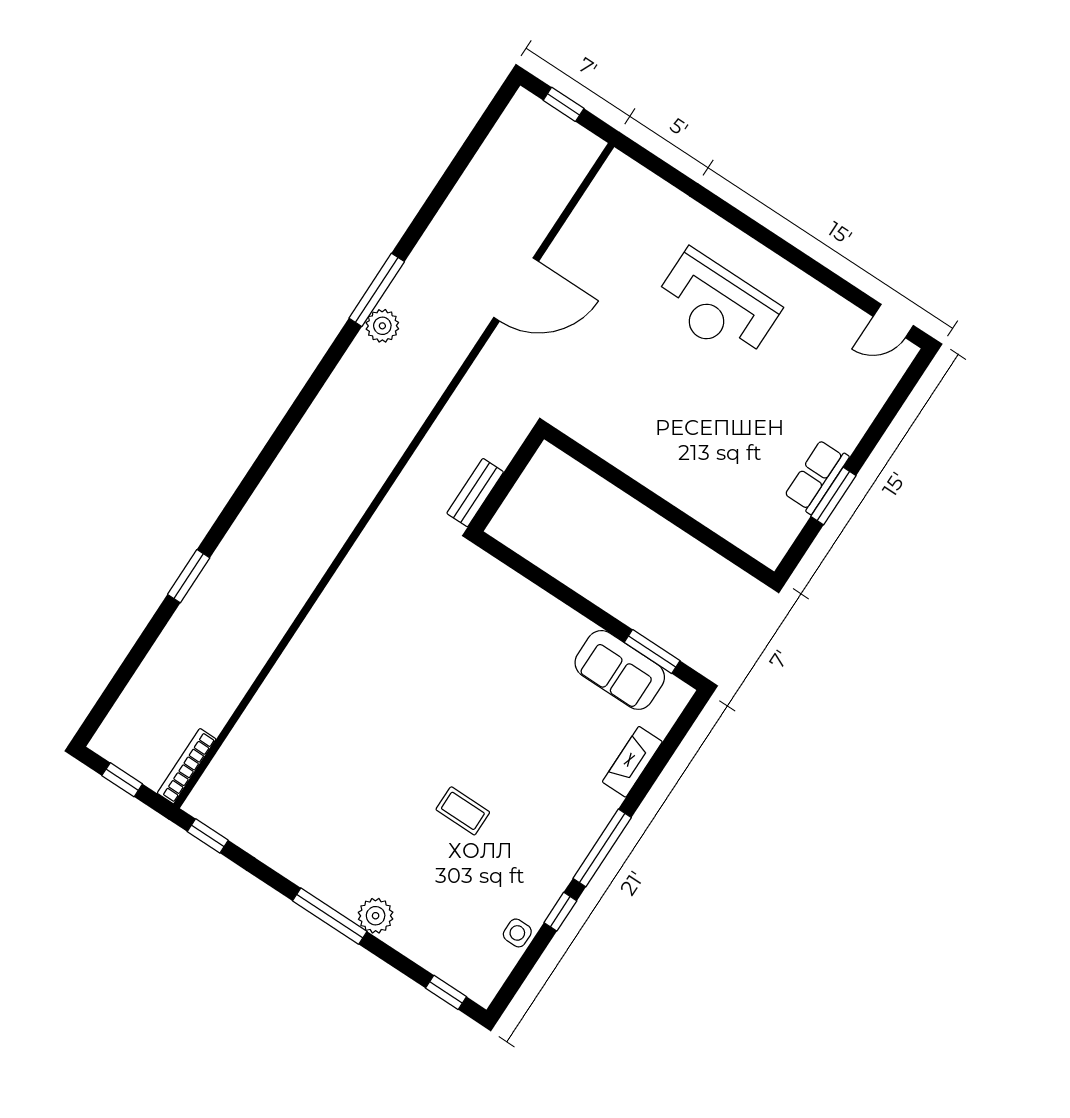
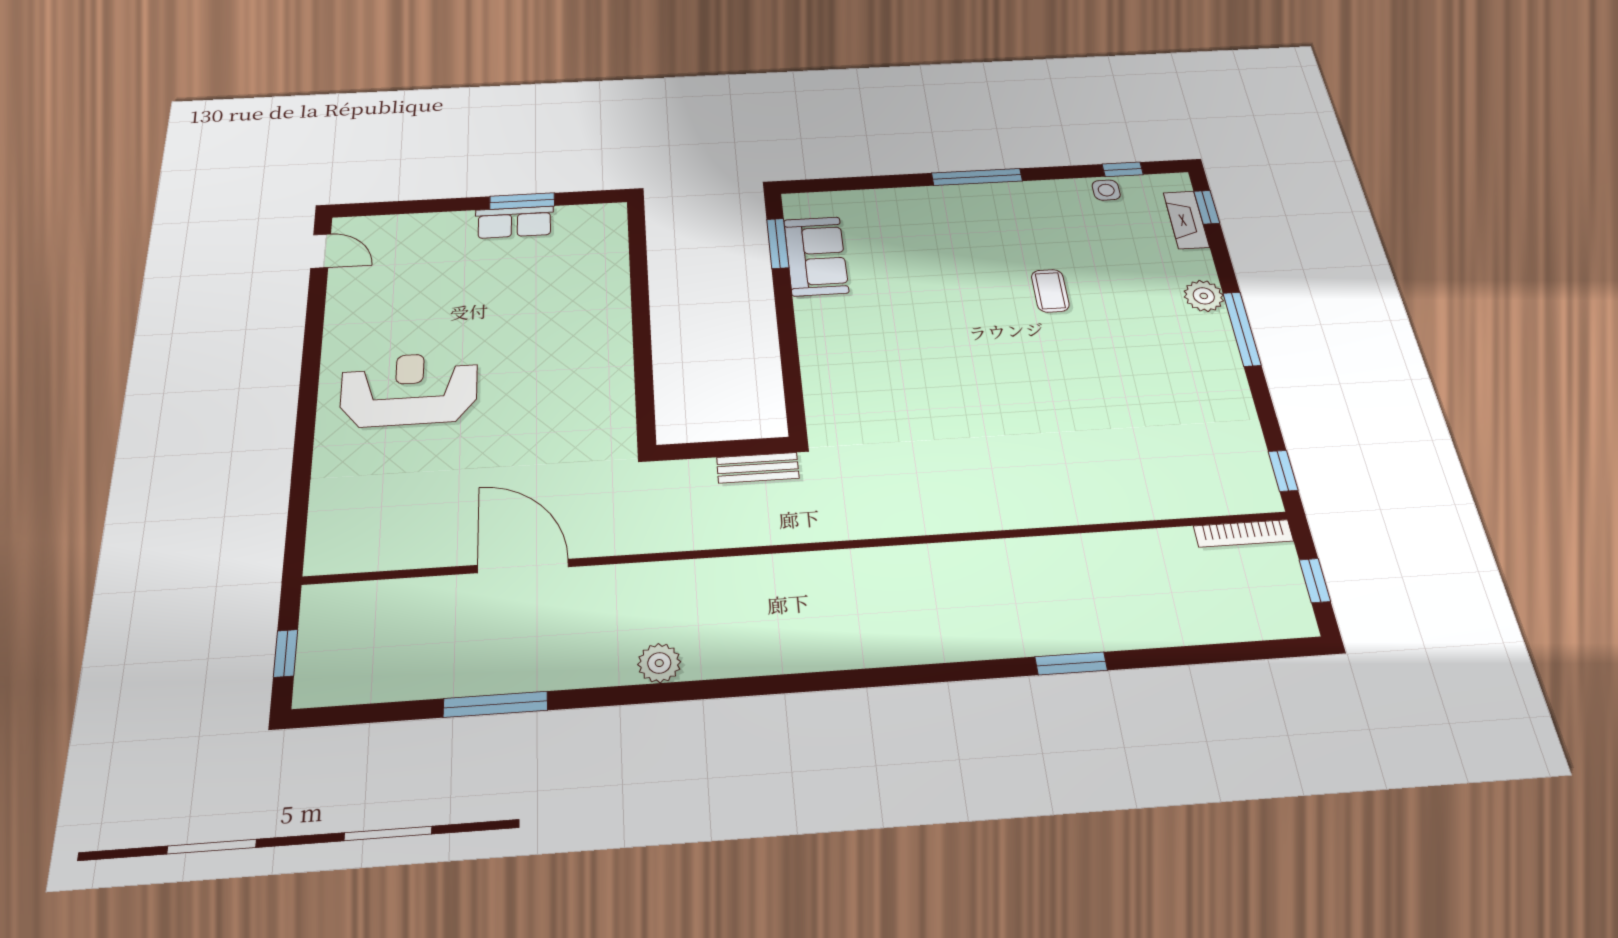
window: (377, 290) -> (495, 704), moved
reception desk: (717, 306) -> (409, 389), turned -90
fireplace: (632, 762) -> (1186, 220), moved, turned 90
window: (560, 912) -> (1123, 169), moved

